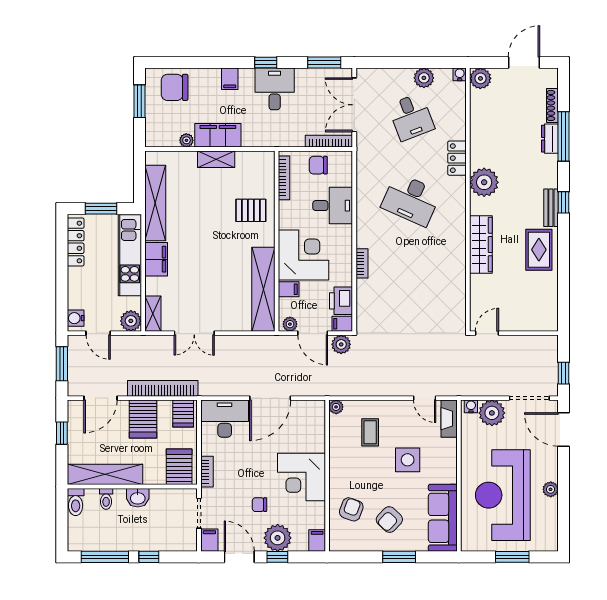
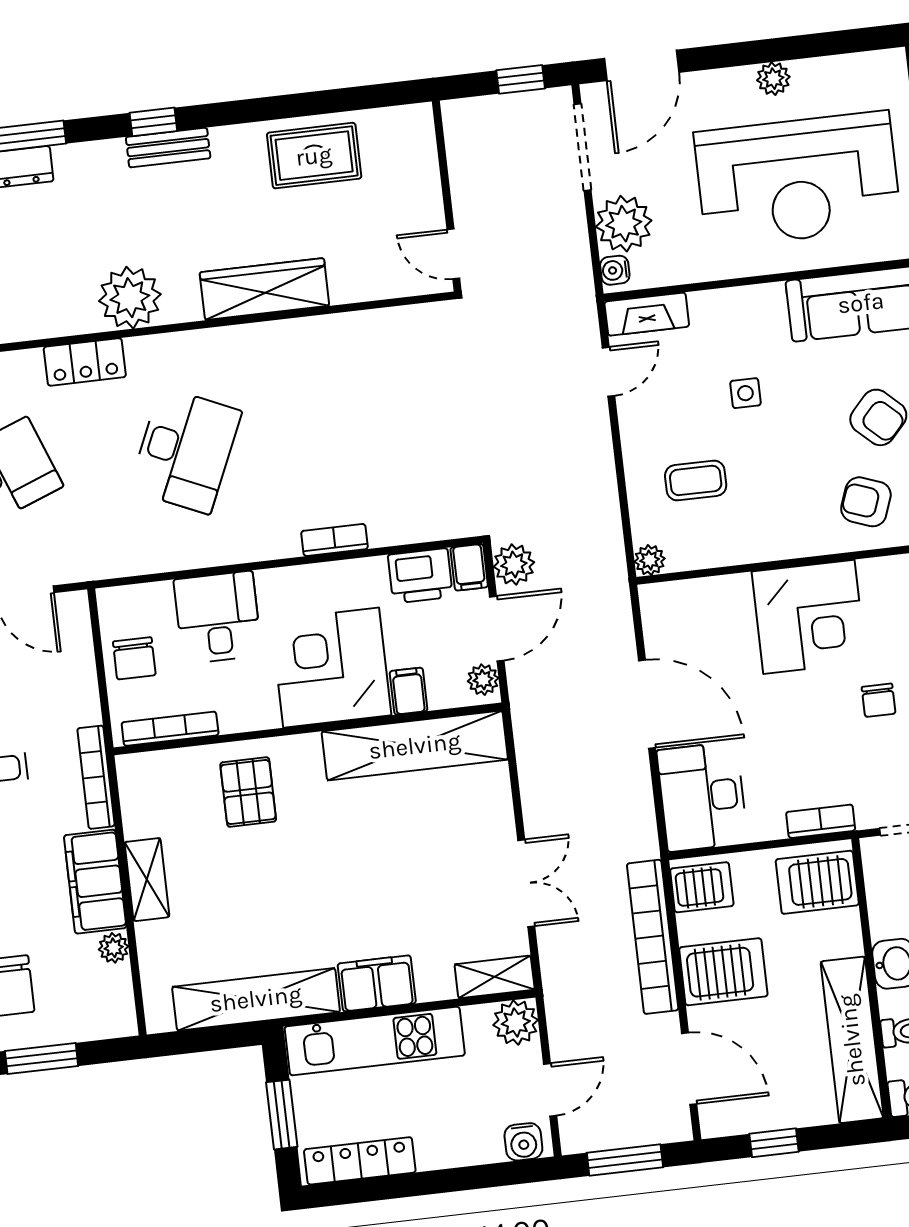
bookcase: (329, 141) -> (96, 777), moved
rug: (539, 250) -> (314, 156), moved
side table: (408, 460) -> (745, 393), width x0.54, depth x0.54

